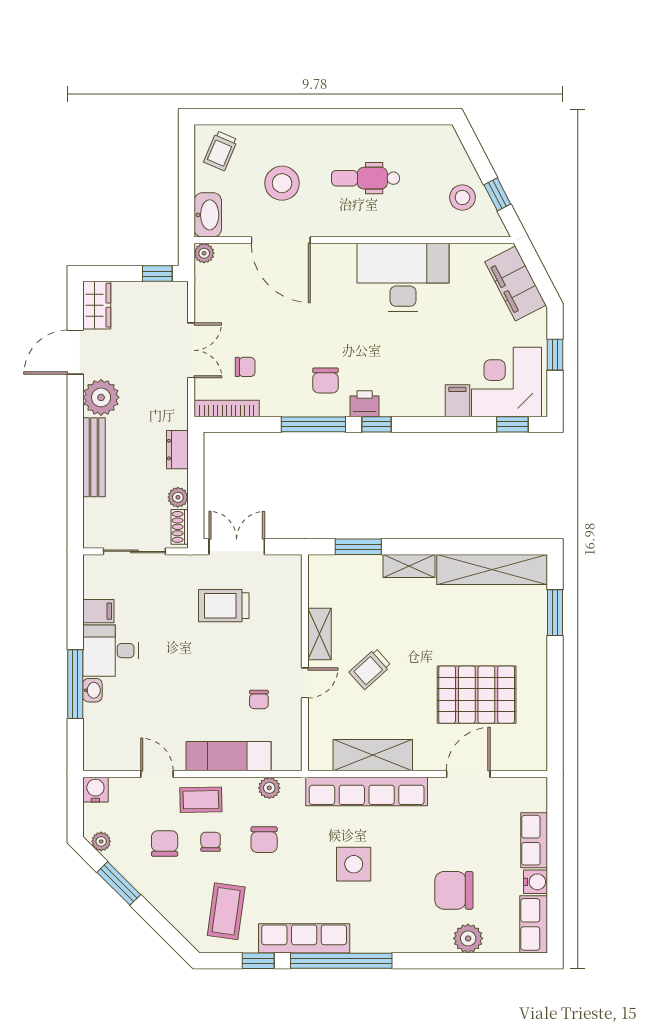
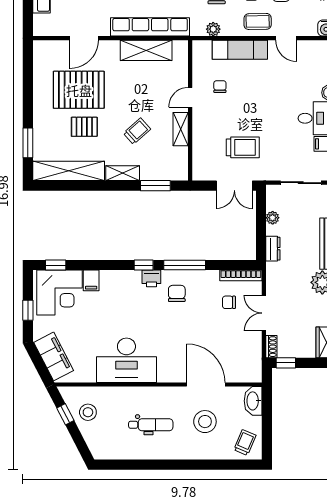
plant: (204, 253) -> (255, 376), removed
shoe rack: (180, 527) -> (271, 347), moved
pallet: (468, 637) -> (84, 127), added
trolley: (370, 669) -> (137, 131), moved

